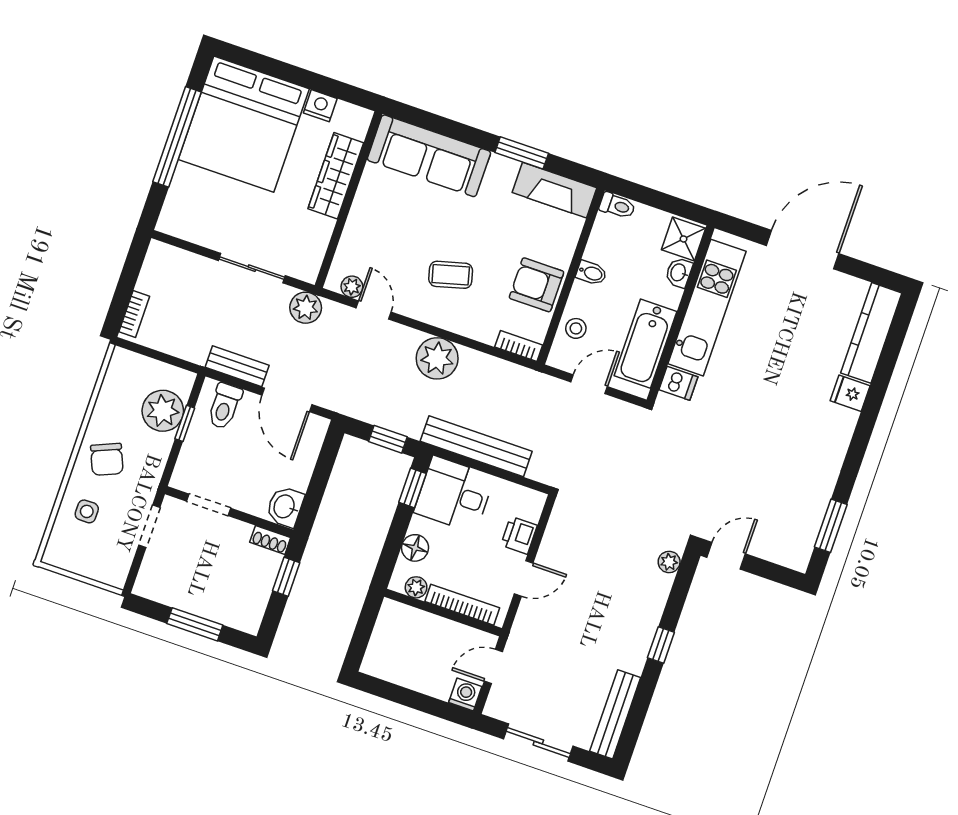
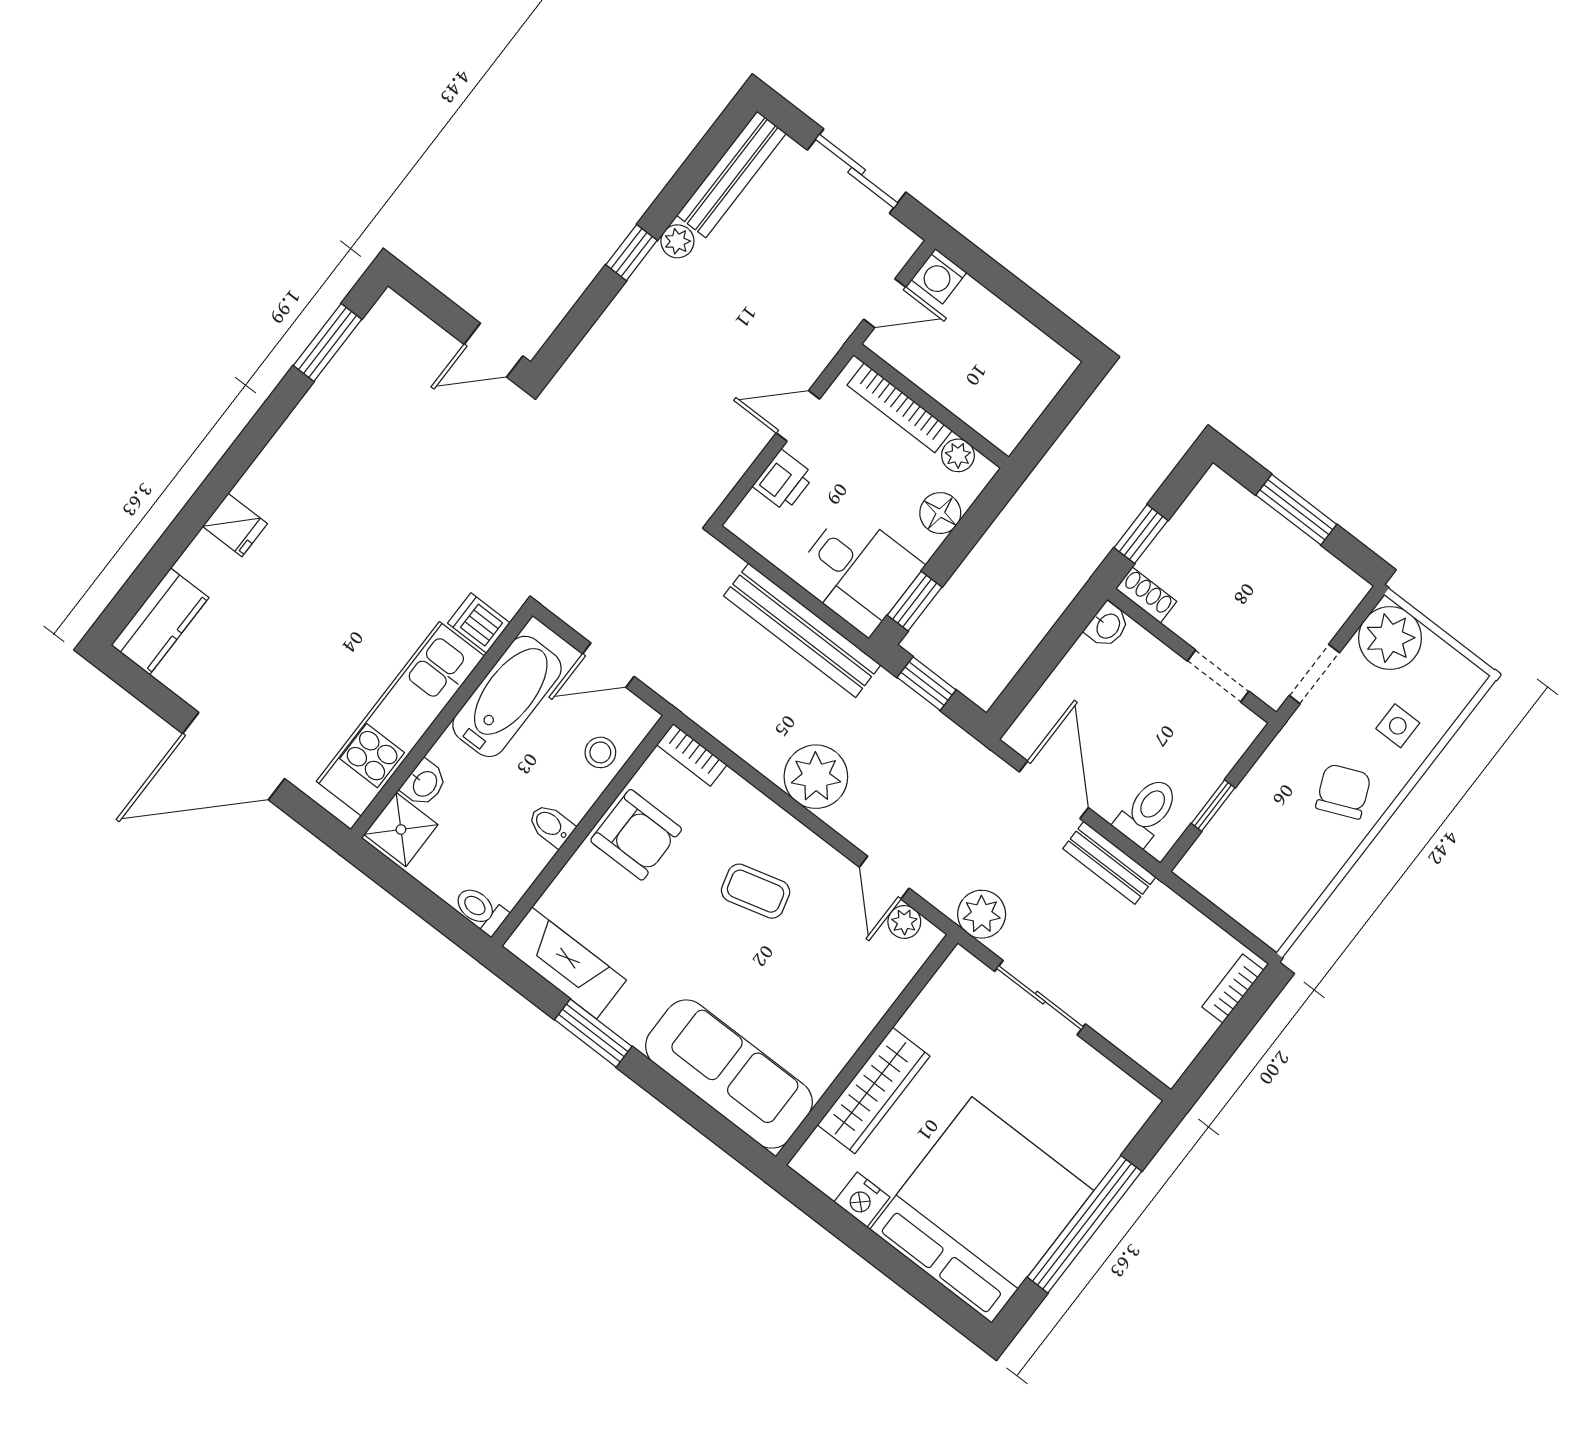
kitchen counter: (871, 333) -> (160, 621), width x0.67
plant: (163, 411) -> (1390, 638), moved
washbasin: (285, 507) -> (1107, 626), width x0.72, depth x0.69
plant: (669, 562) -> (677, 241), moved

